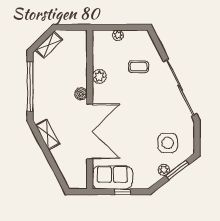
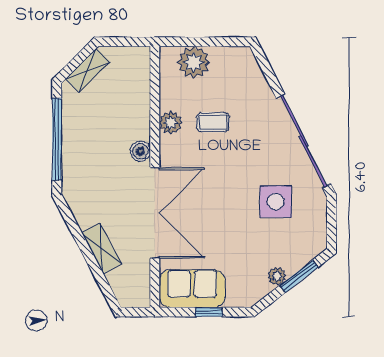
plant: (118, 35) -> (194, 62), width x1.88, depth x1.88
coffee table: (139, 67) -> (213, 122), moved
shelving: (48, 134) -> (102, 248), moved
side table: (168, 143) -> (276, 202), moved

